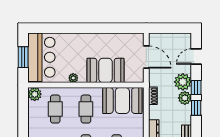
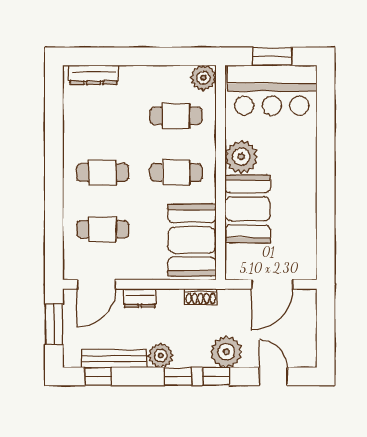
plant: (73, 78) -> (241, 157), width x1.87, depth x1.87
plant: (185, 98) -> (161, 355), moved

